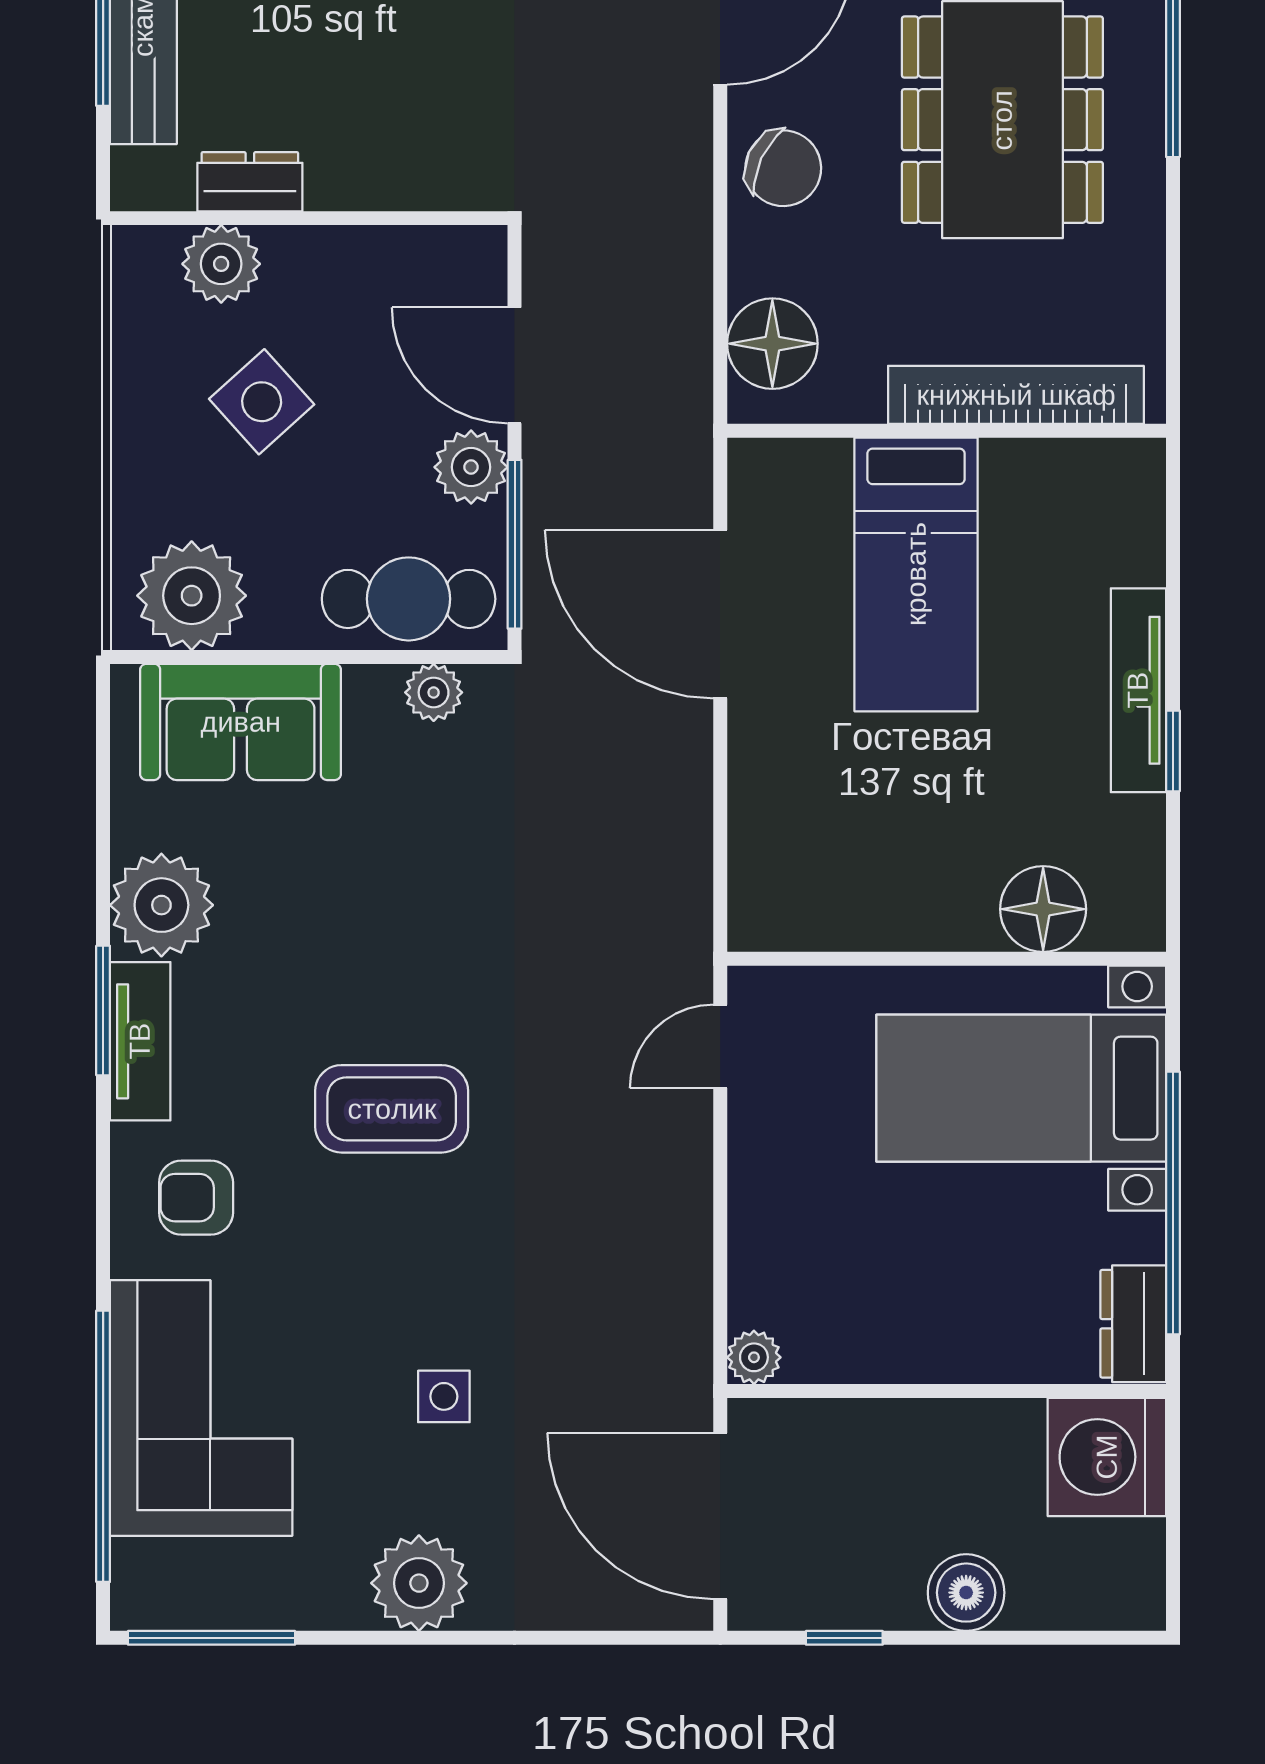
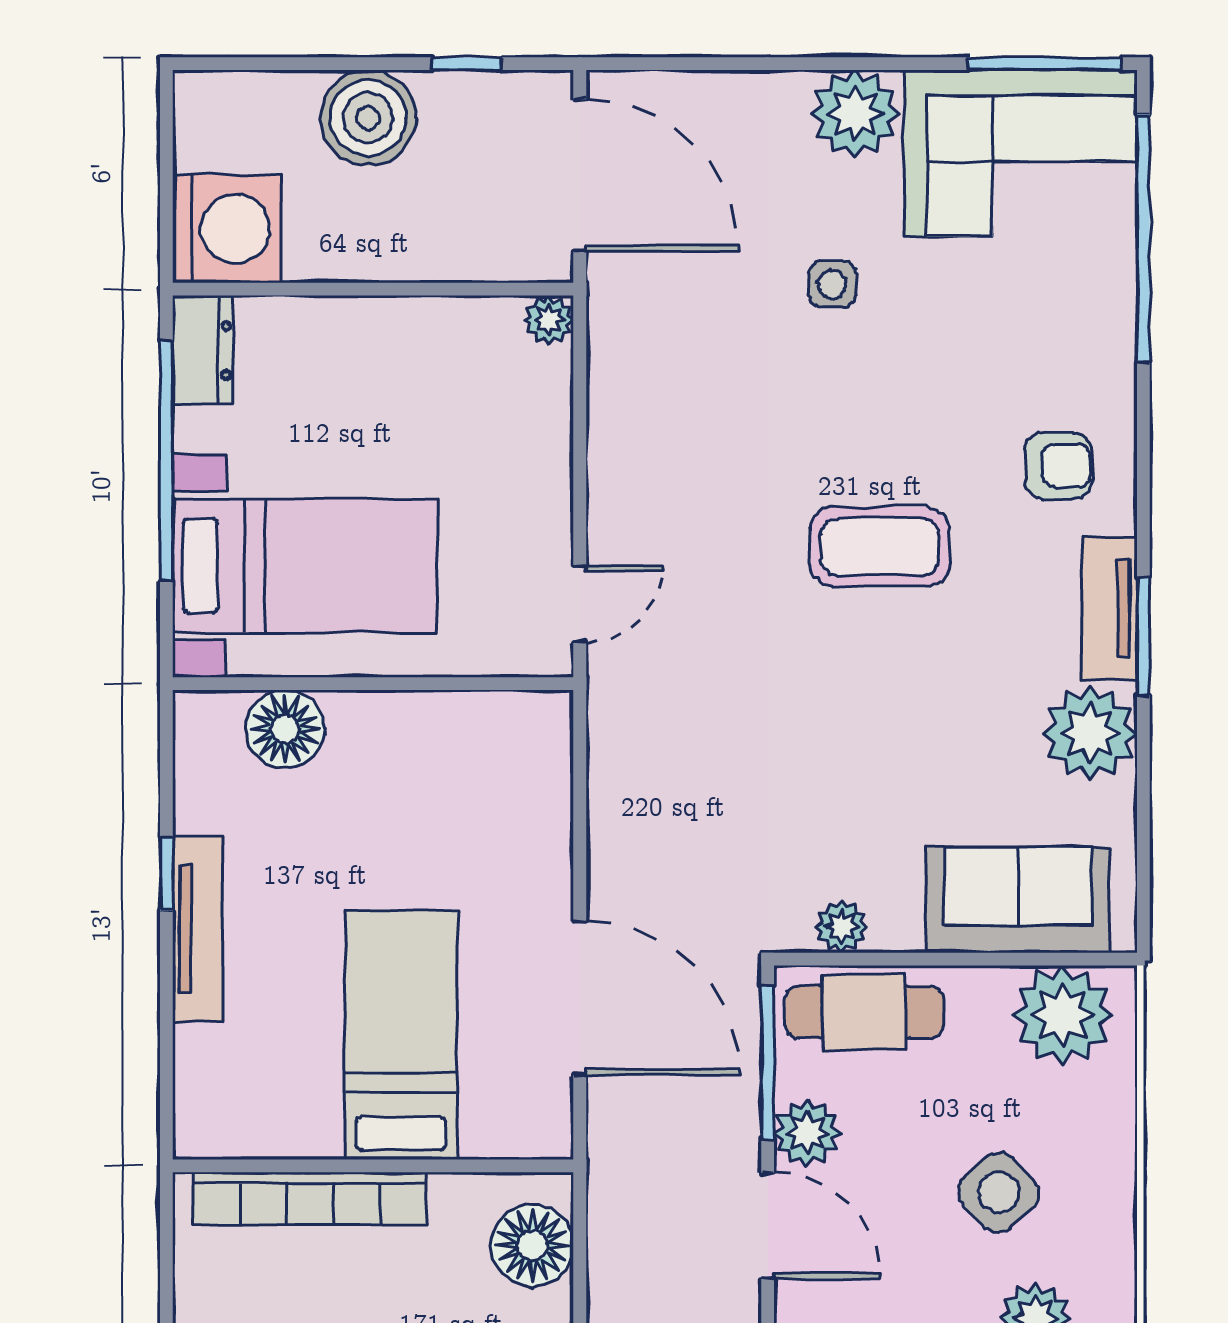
corner sofa: (201, 1408) -> (1020, 153), moved, turned -90
boiler: (966, 1593) -> (368, 118), width x1.37, depth x1.37

